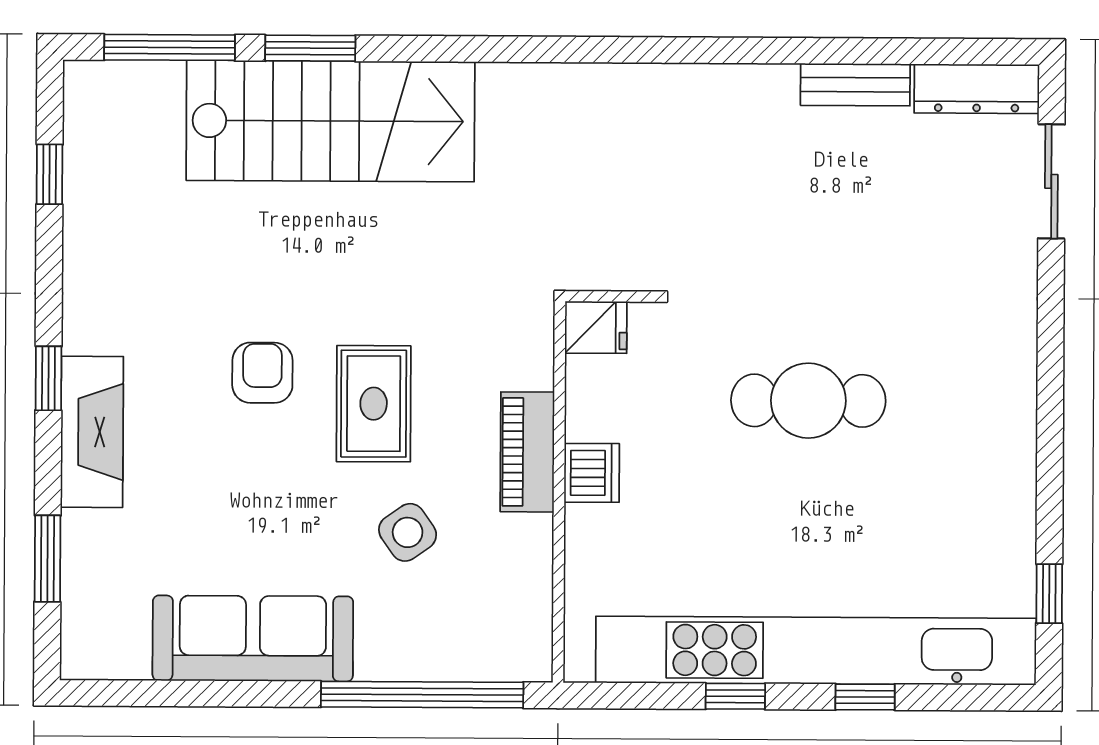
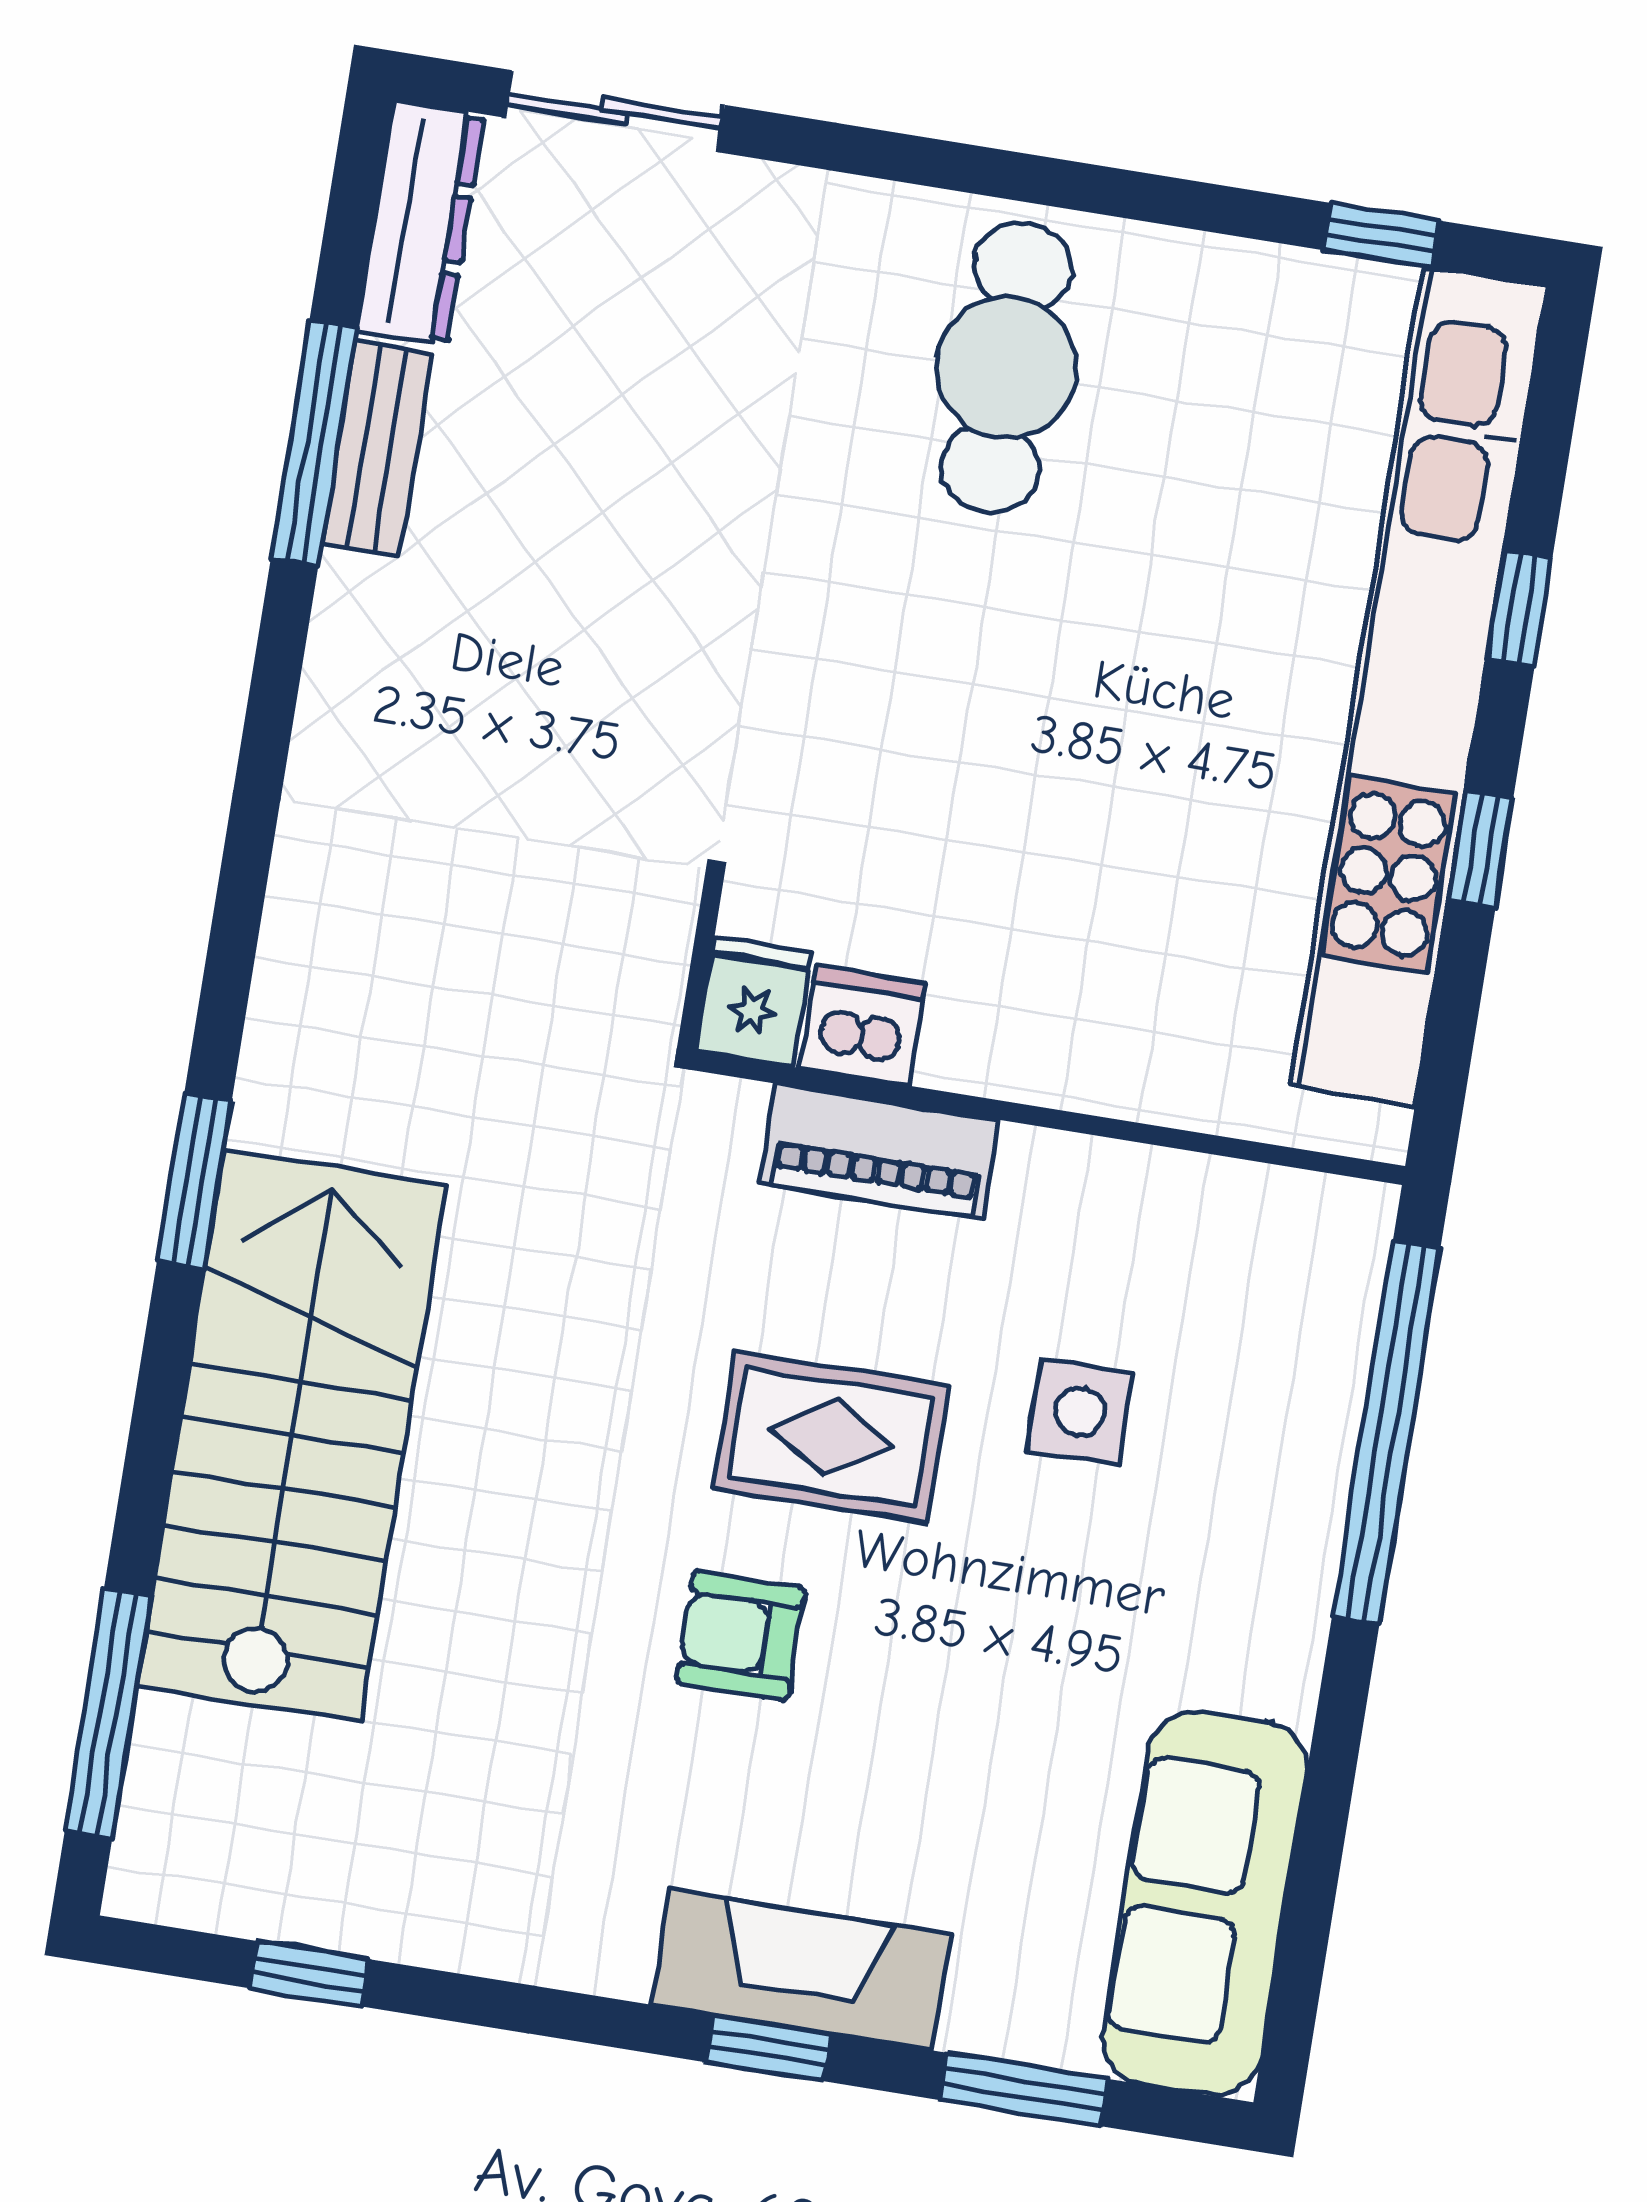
window: (310, 48) -> (194, 1181), moved
window: (853, 51) -> (314, 443), added
window: (48, 378) -> (768, 2048), moved
cafe table: (808, 401) -> (1006, 367), moved
piano: (527, 452) -> (879, 1152), moved
dishwasher: (592, 473) -> (863, 1026), moved
side table: (408, 532) -> (1080, 1412), turned 35
sofa: (253, 638) -> (1204, 1903), moved

